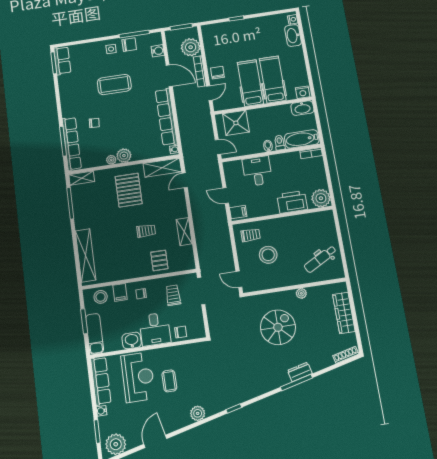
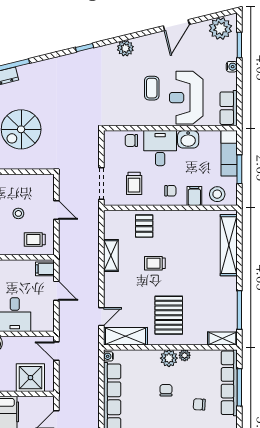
chair: (123, 130) -> (166, 390), added
stool: (268, 255) -> (18, 213), width x0.53, depth x0.53
door: (239, 279) -> (56, 210), moved
row of seats: (101, 381) -> (229, 108), width x0.68

